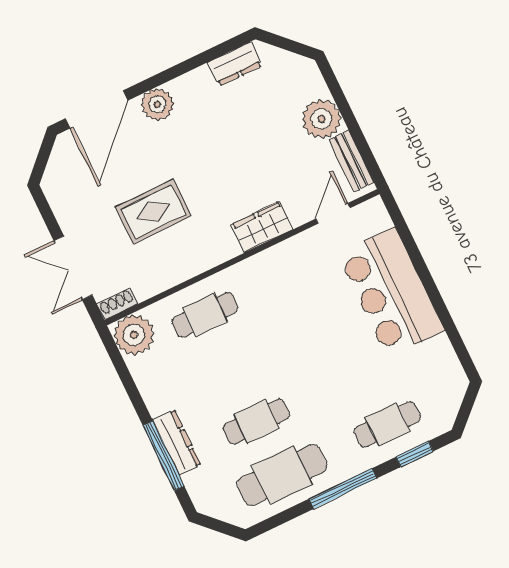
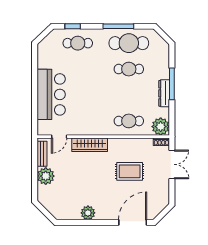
dresser: (235, 64) -> (69, 214), removed
plant: (157, 104) -> (88, 213), moved
wardrobe: (262, 227) -> (90, 145), width x1.50
dresser: (177, 442) -> (164, 93), moved
window: (163, 456) -> (172, 84), moved
window: (343, 488) -> (118, 26), moved

